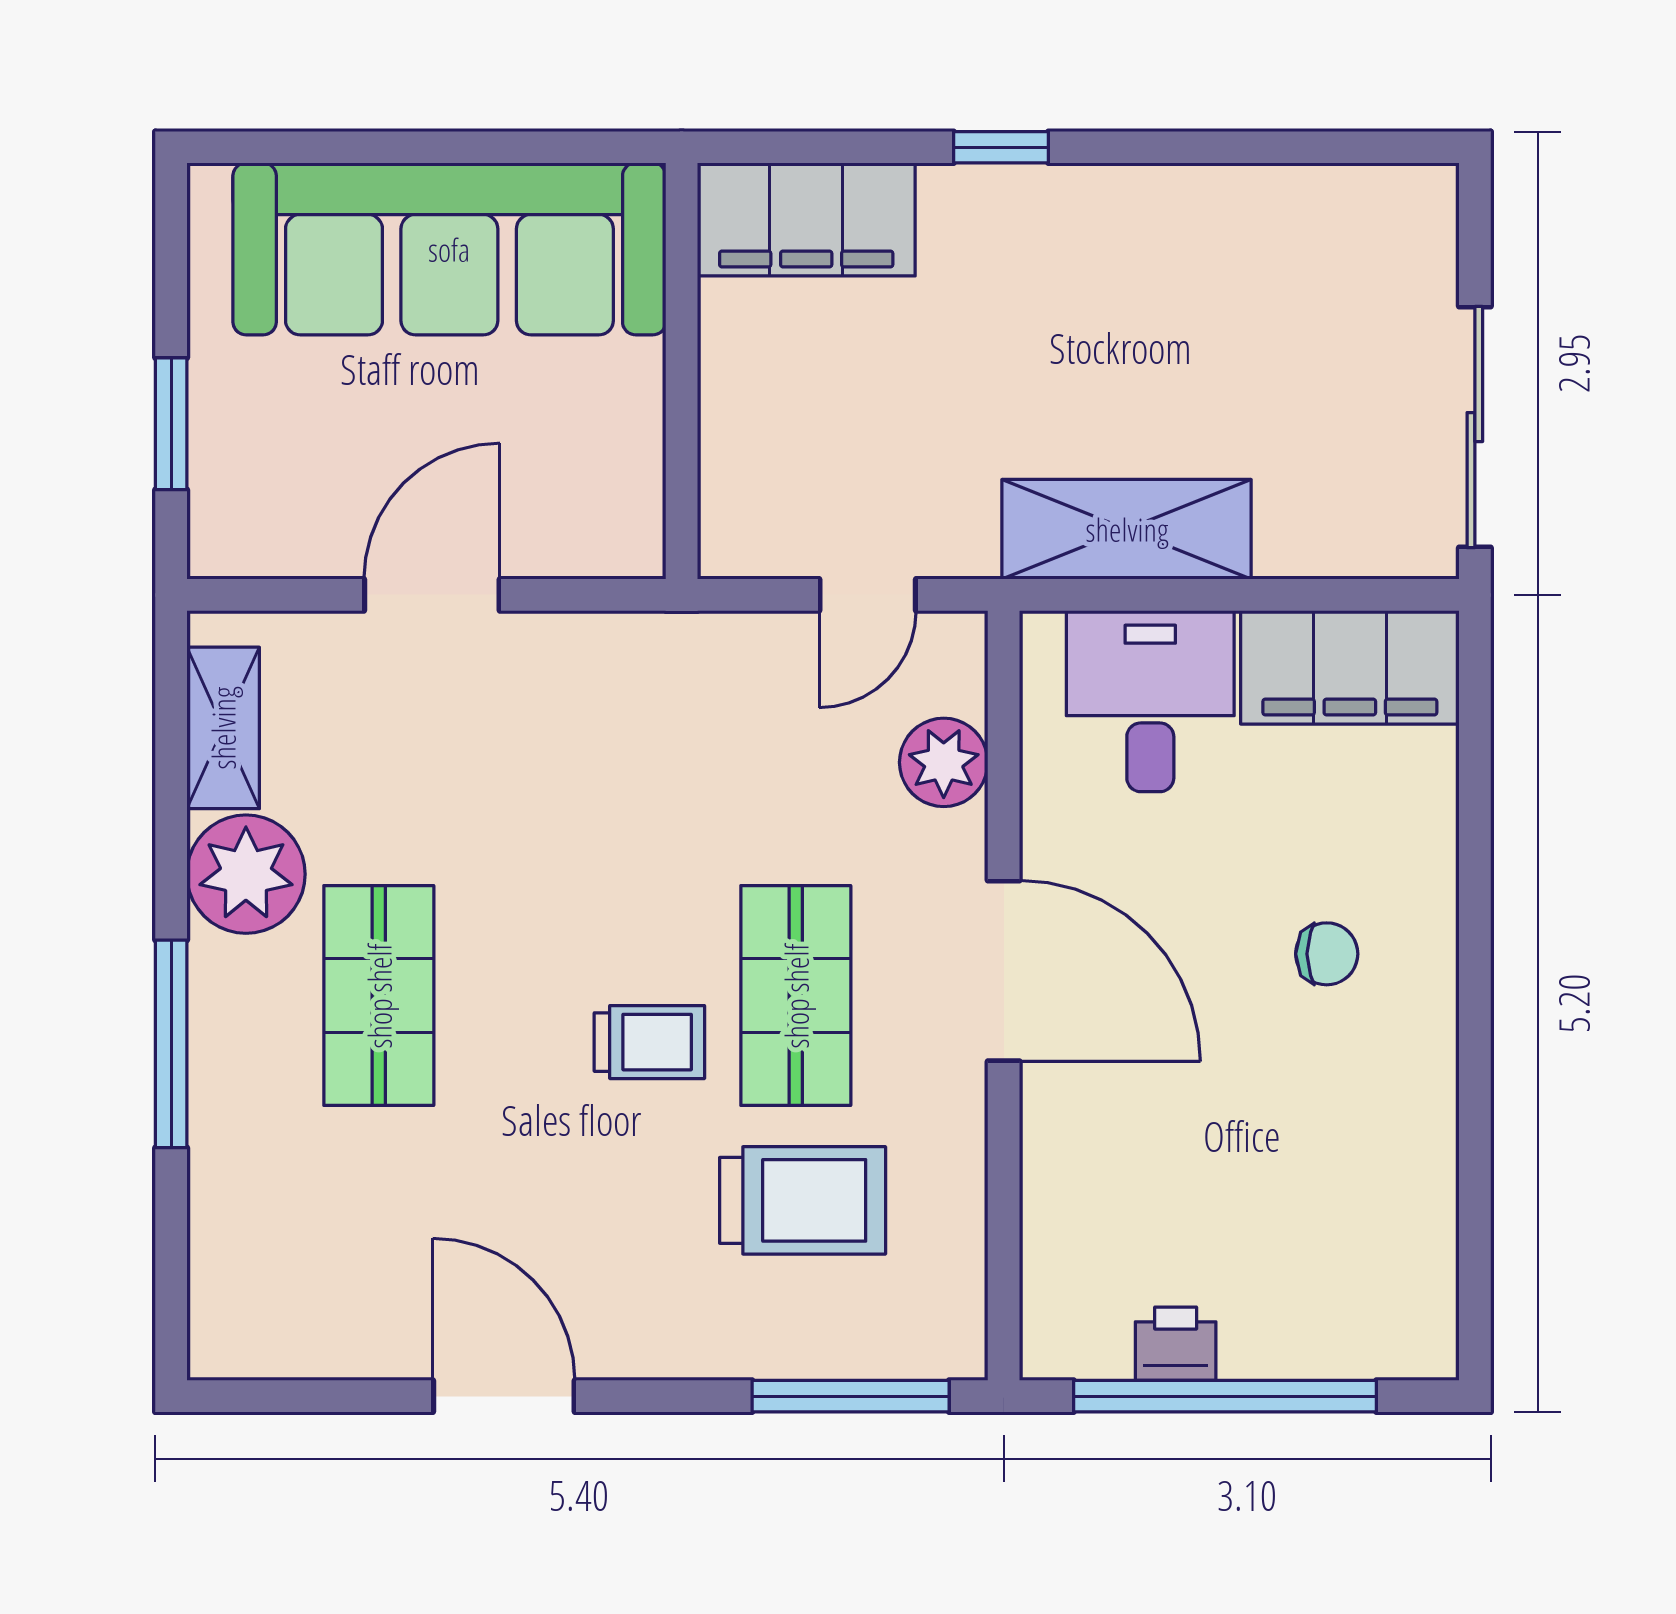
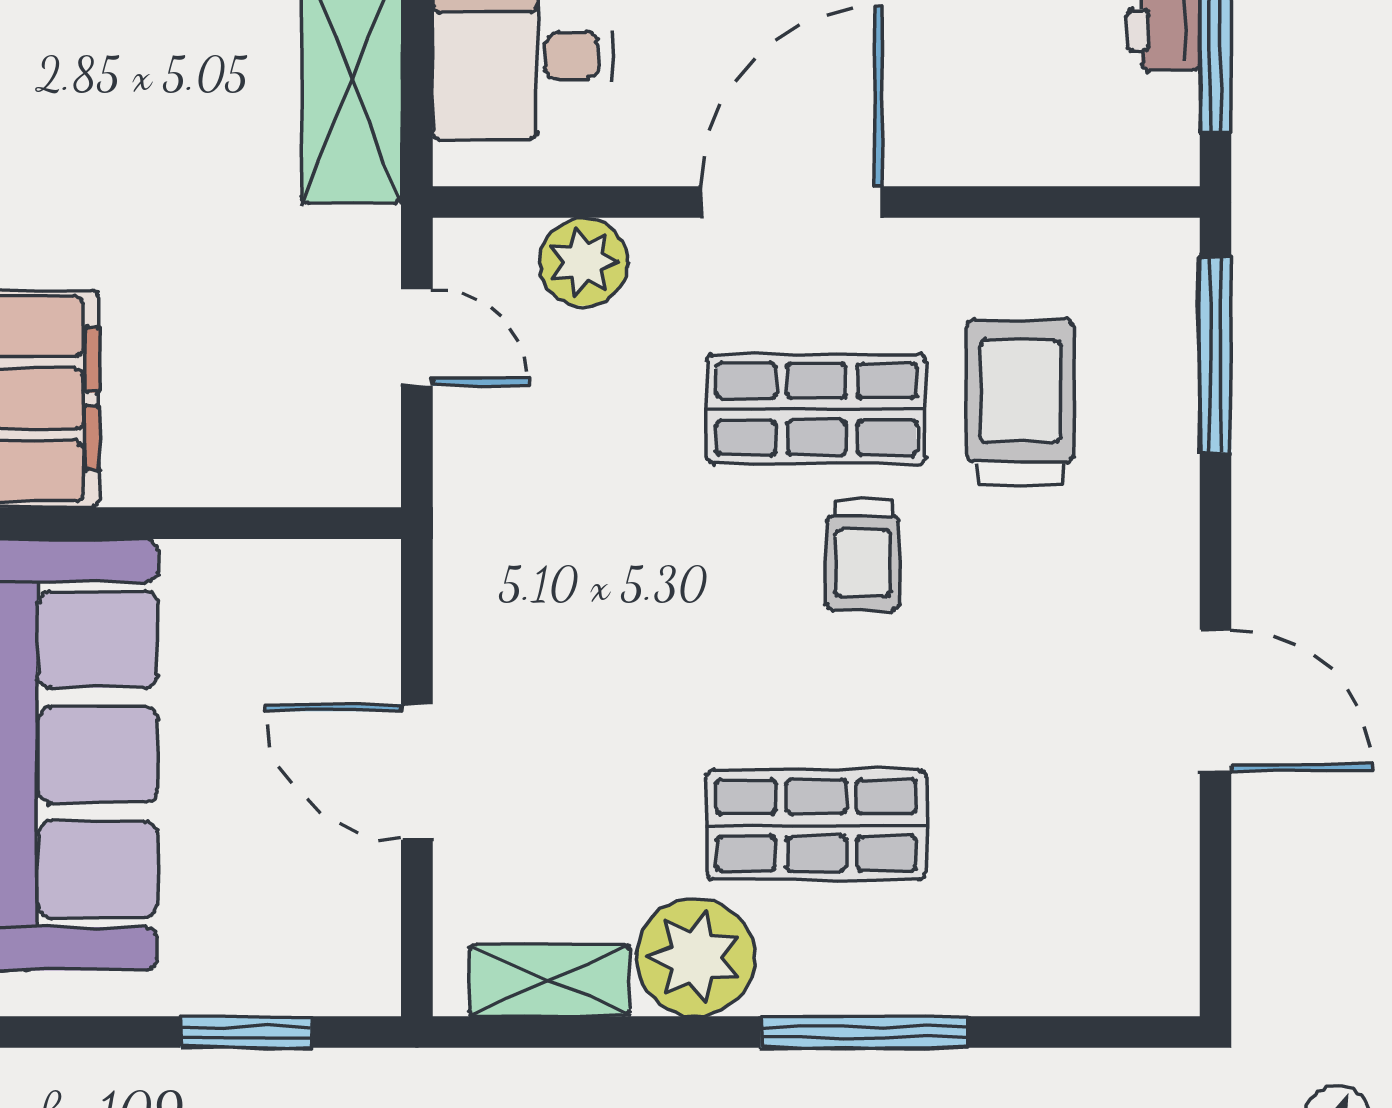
trolley: (649, 1042) -> (863, 555), turned 180
door: (504, 1396) -> (1216, 700), swing flipped

